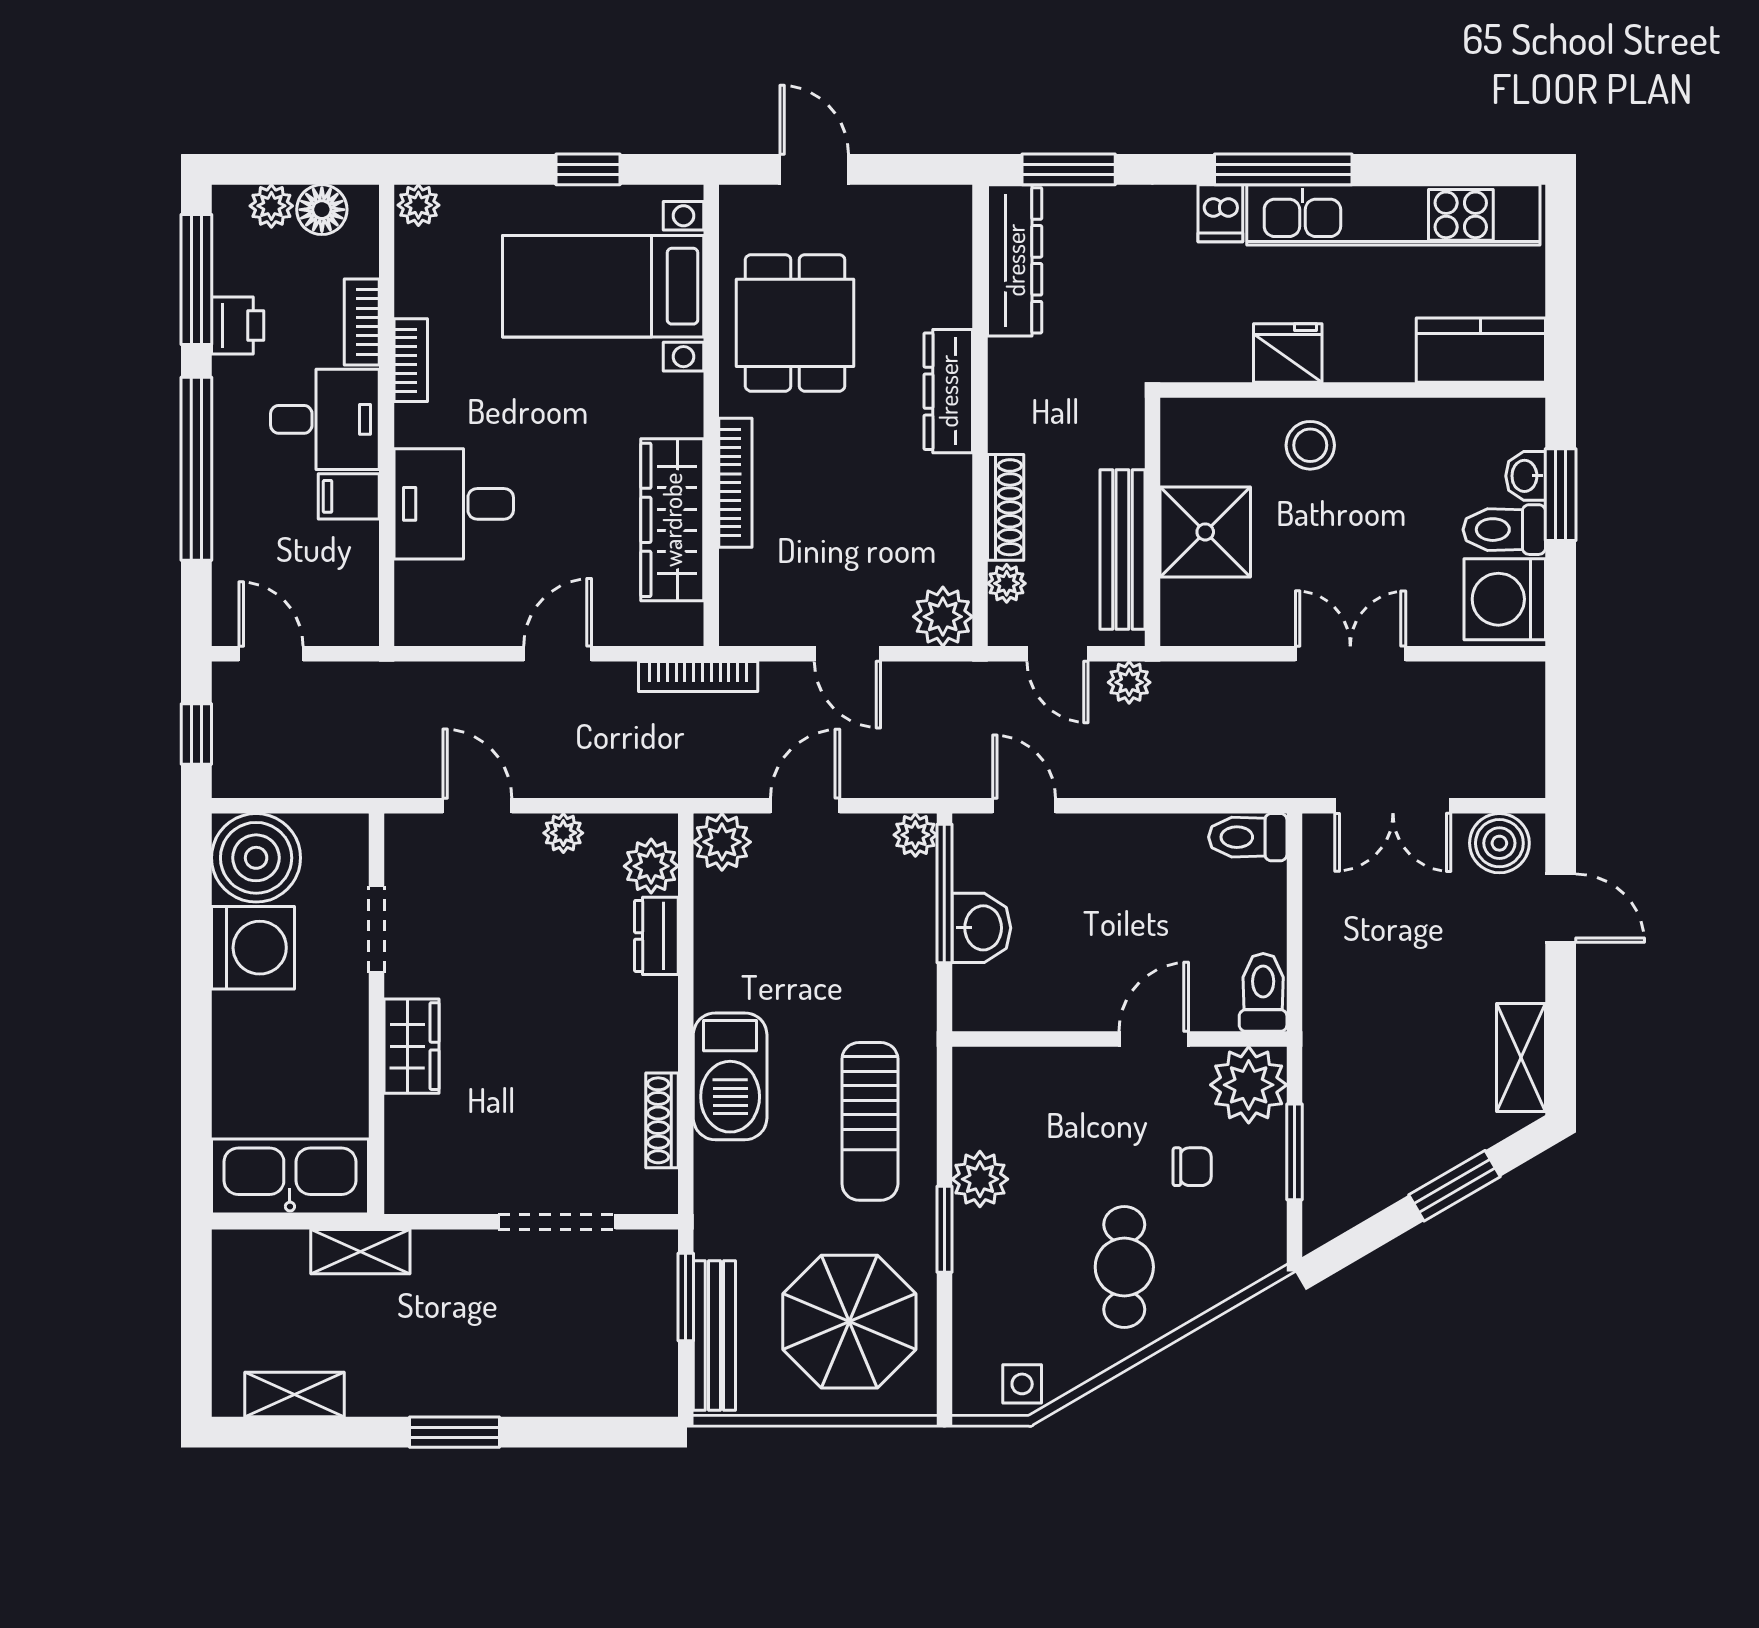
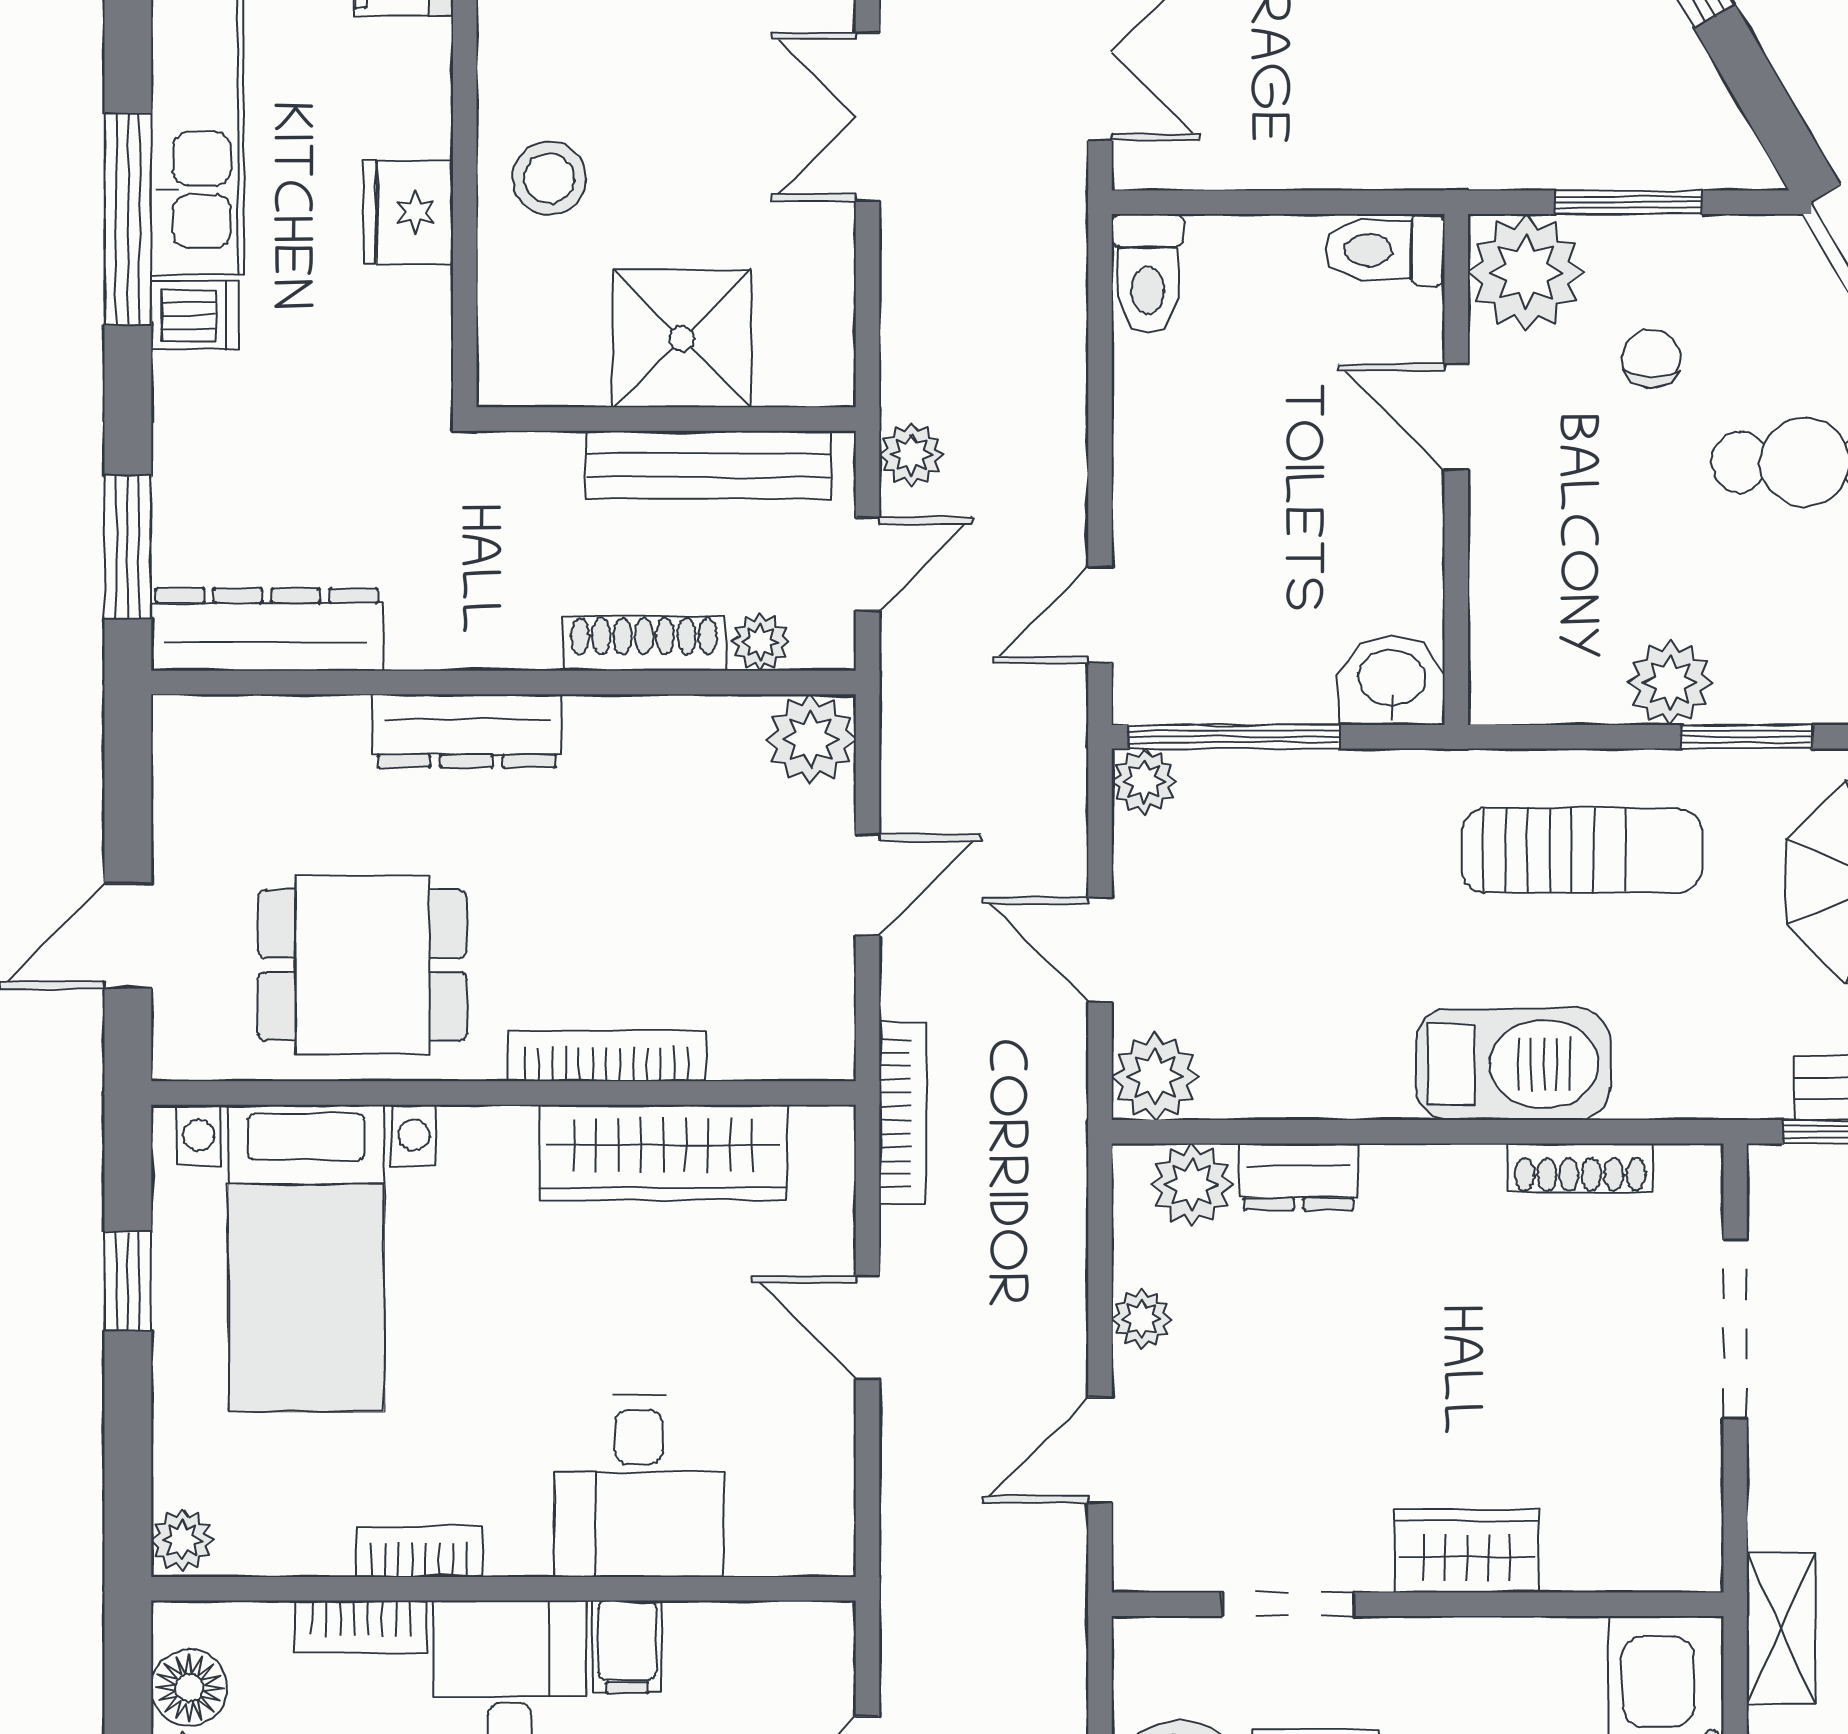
washbasin: (981, 928) -> (1392, 680), moved

